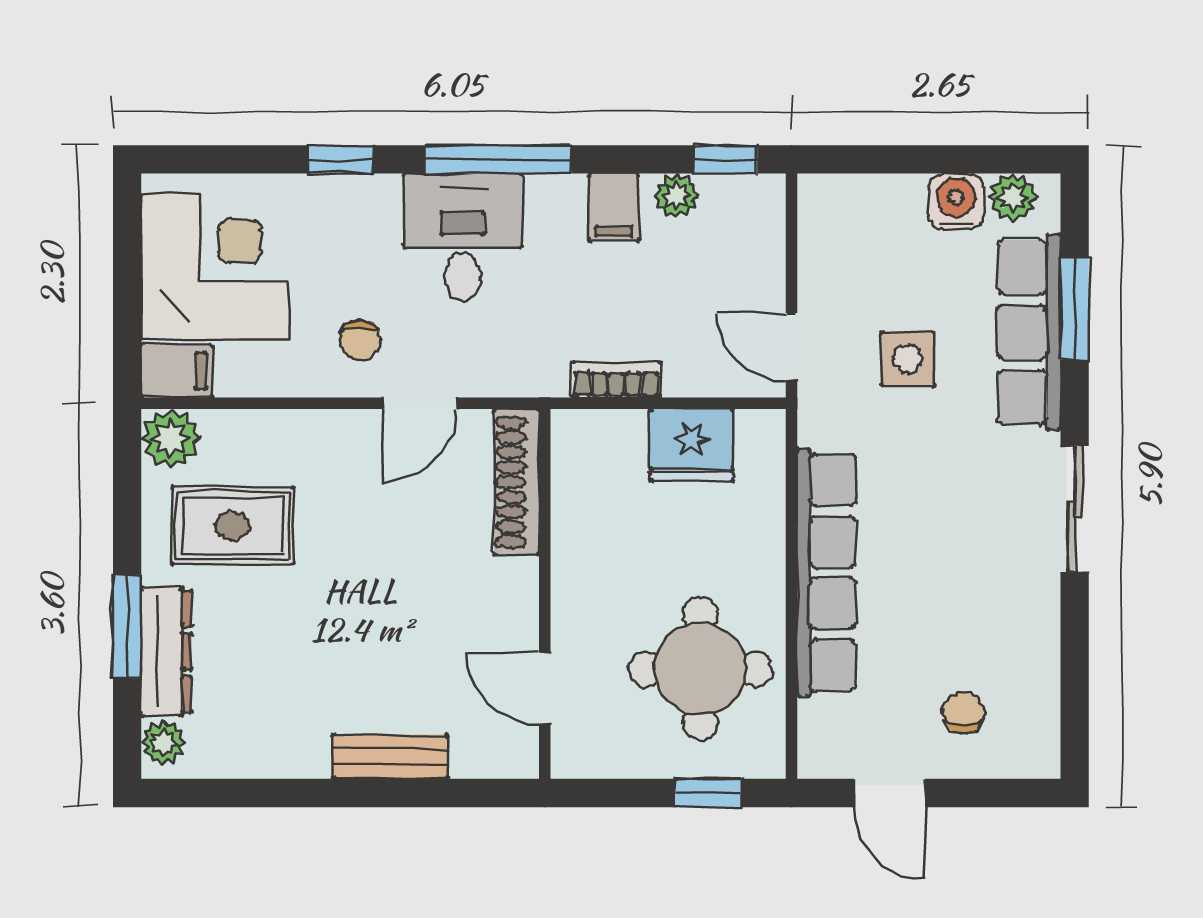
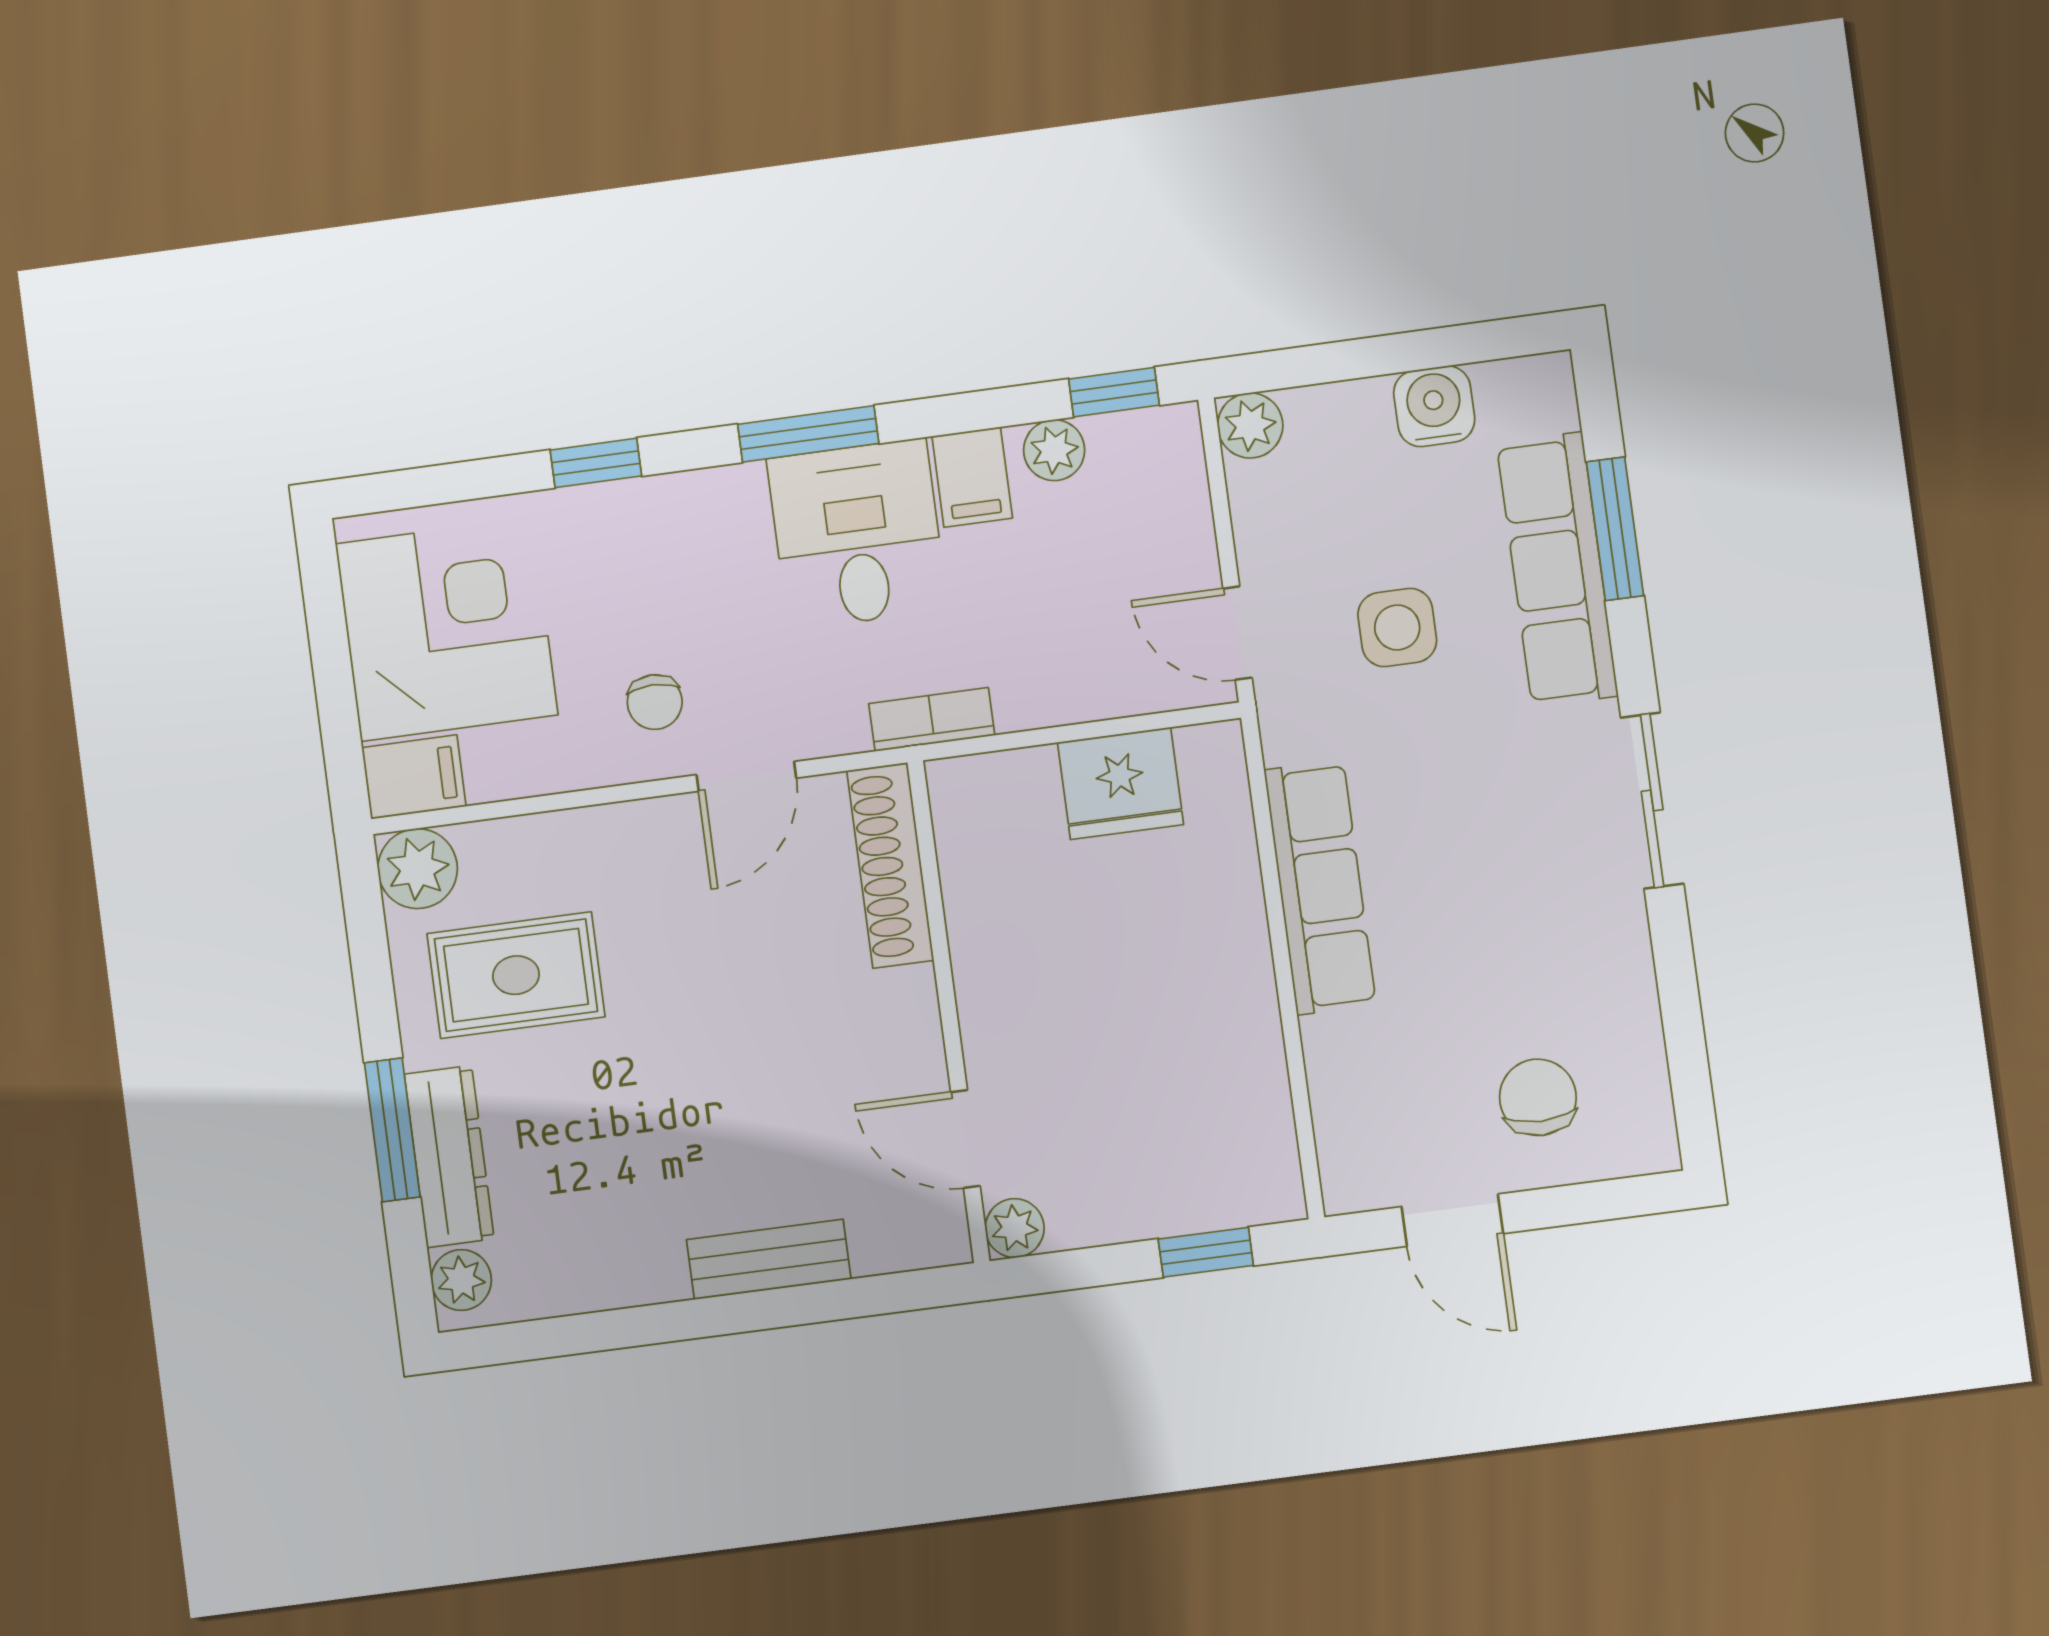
window: (498, 159) -> (808, 434), width x0.69
plant: (1013, 197) -> (1250, 425), moved
desk: (463, 237) -> (857, 534), moved
bookcase: (616, 380) -> (932, 719), moved
row of seats: (826, 573) -> (1320, 887), width x0.73
round table: (700, 669) -> (1172, 1085), removed
chair: (963, 712) -> (1538, 1097), width x1.37, depth x1.37
plant: (572, 757) -> (1015, 1228), added

